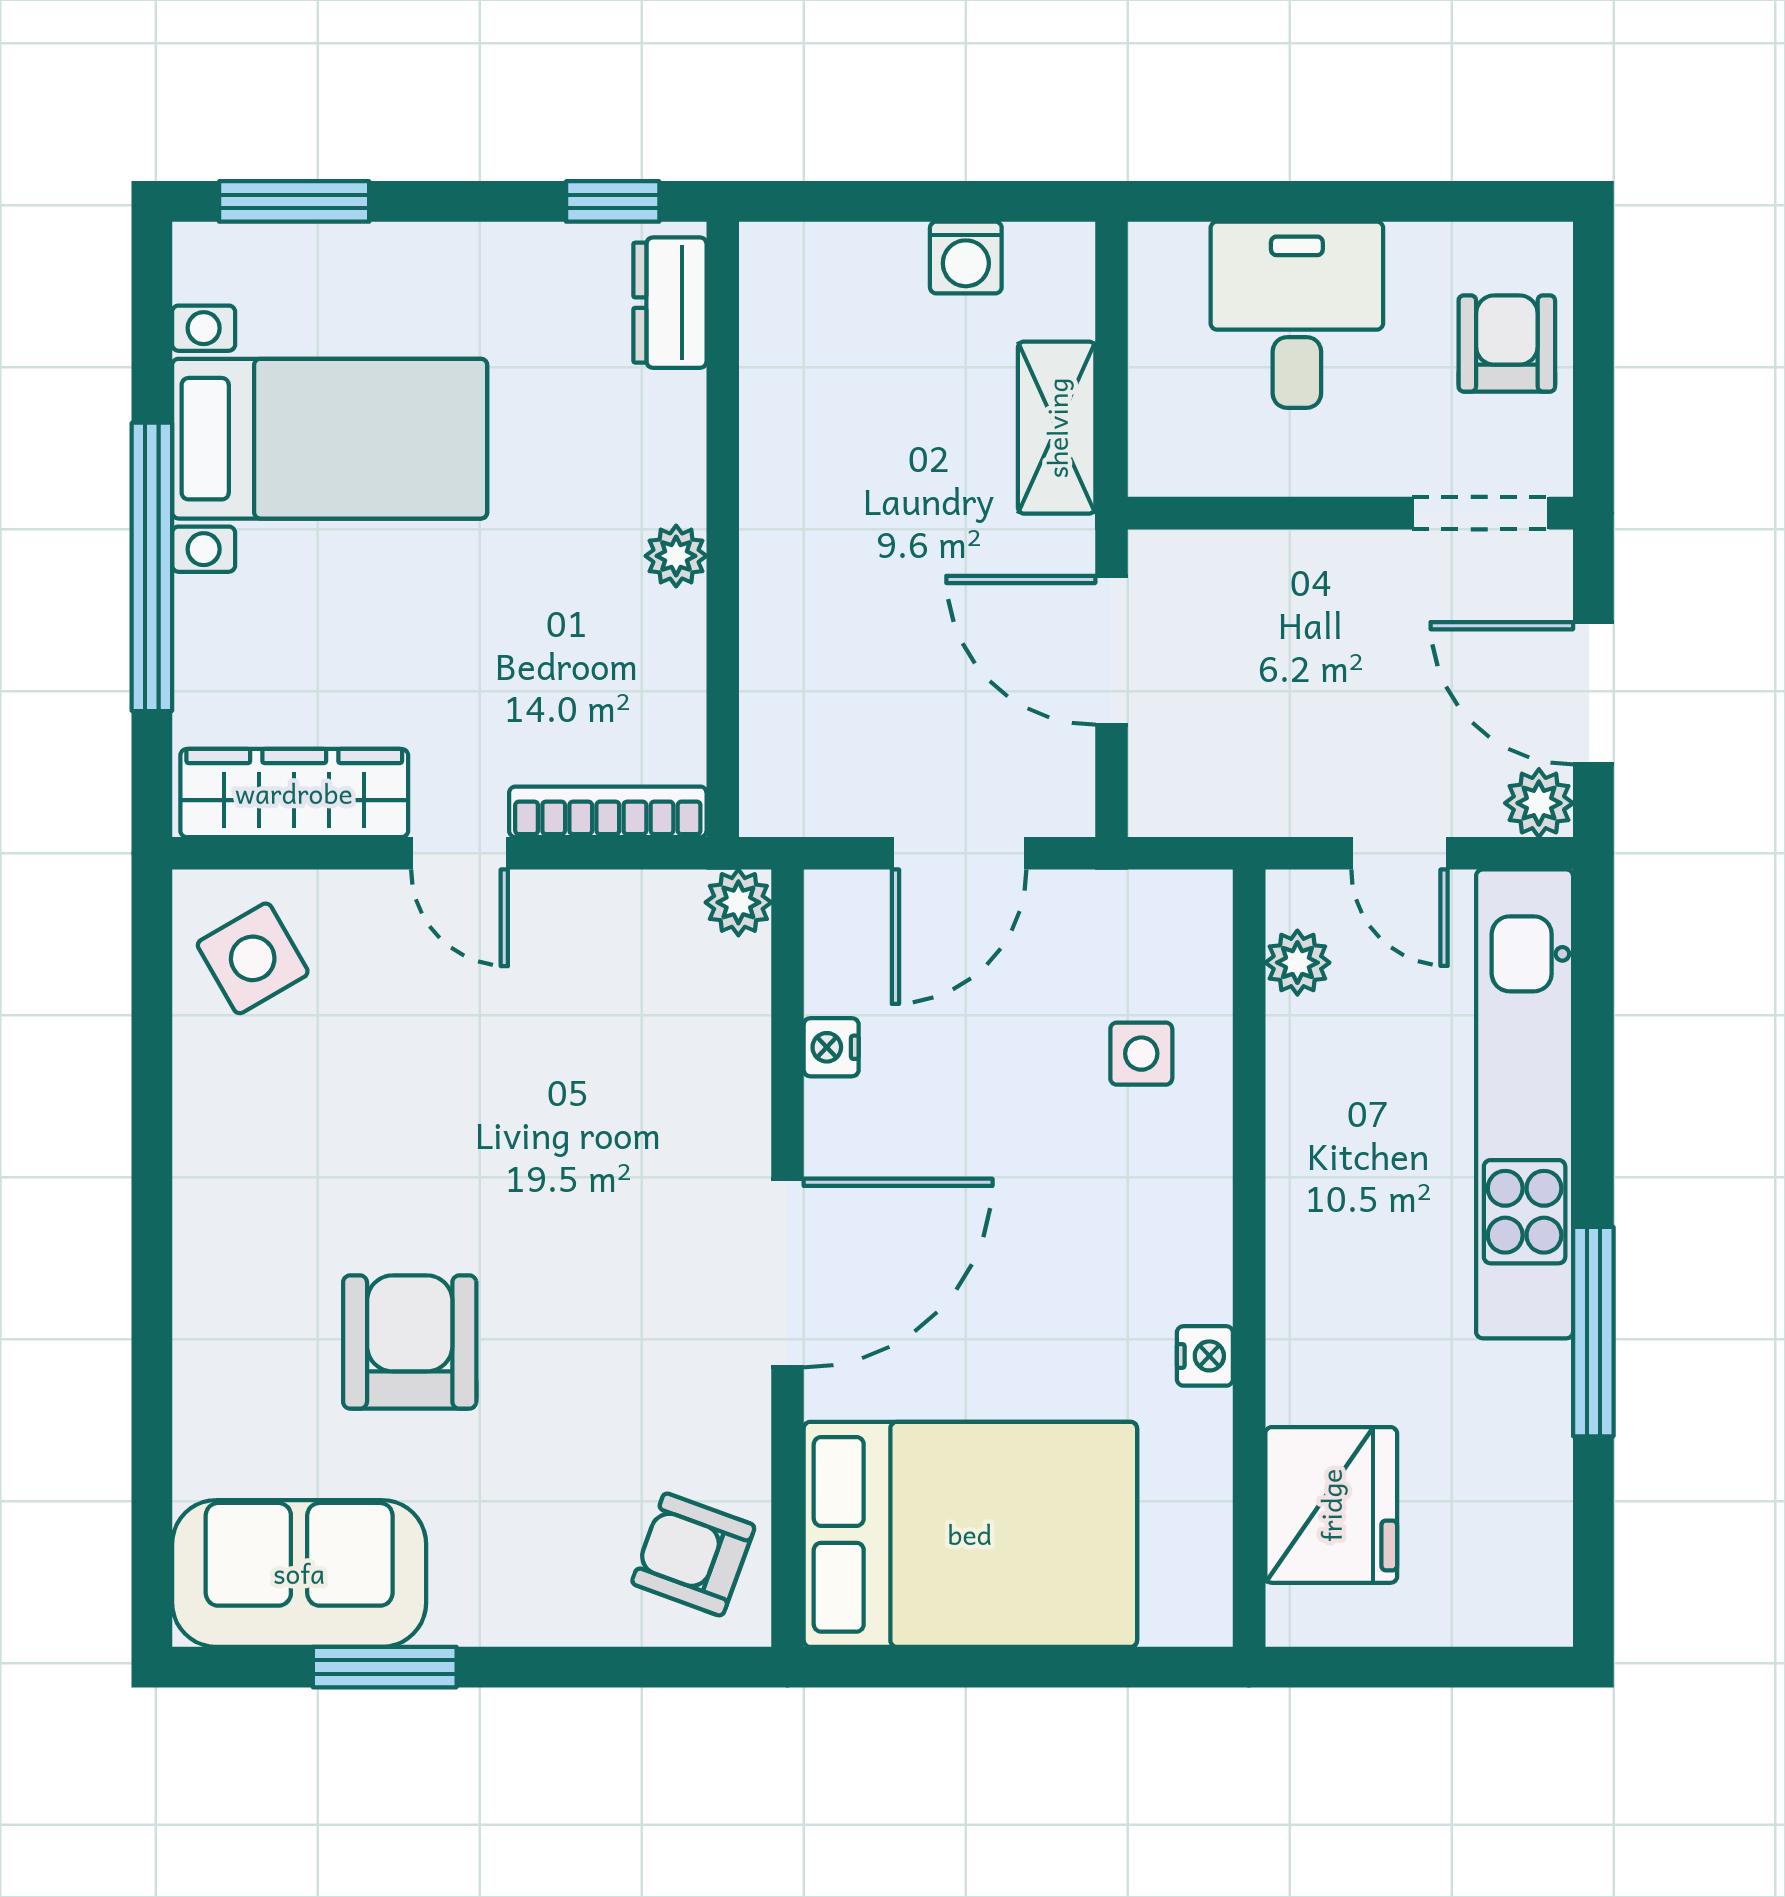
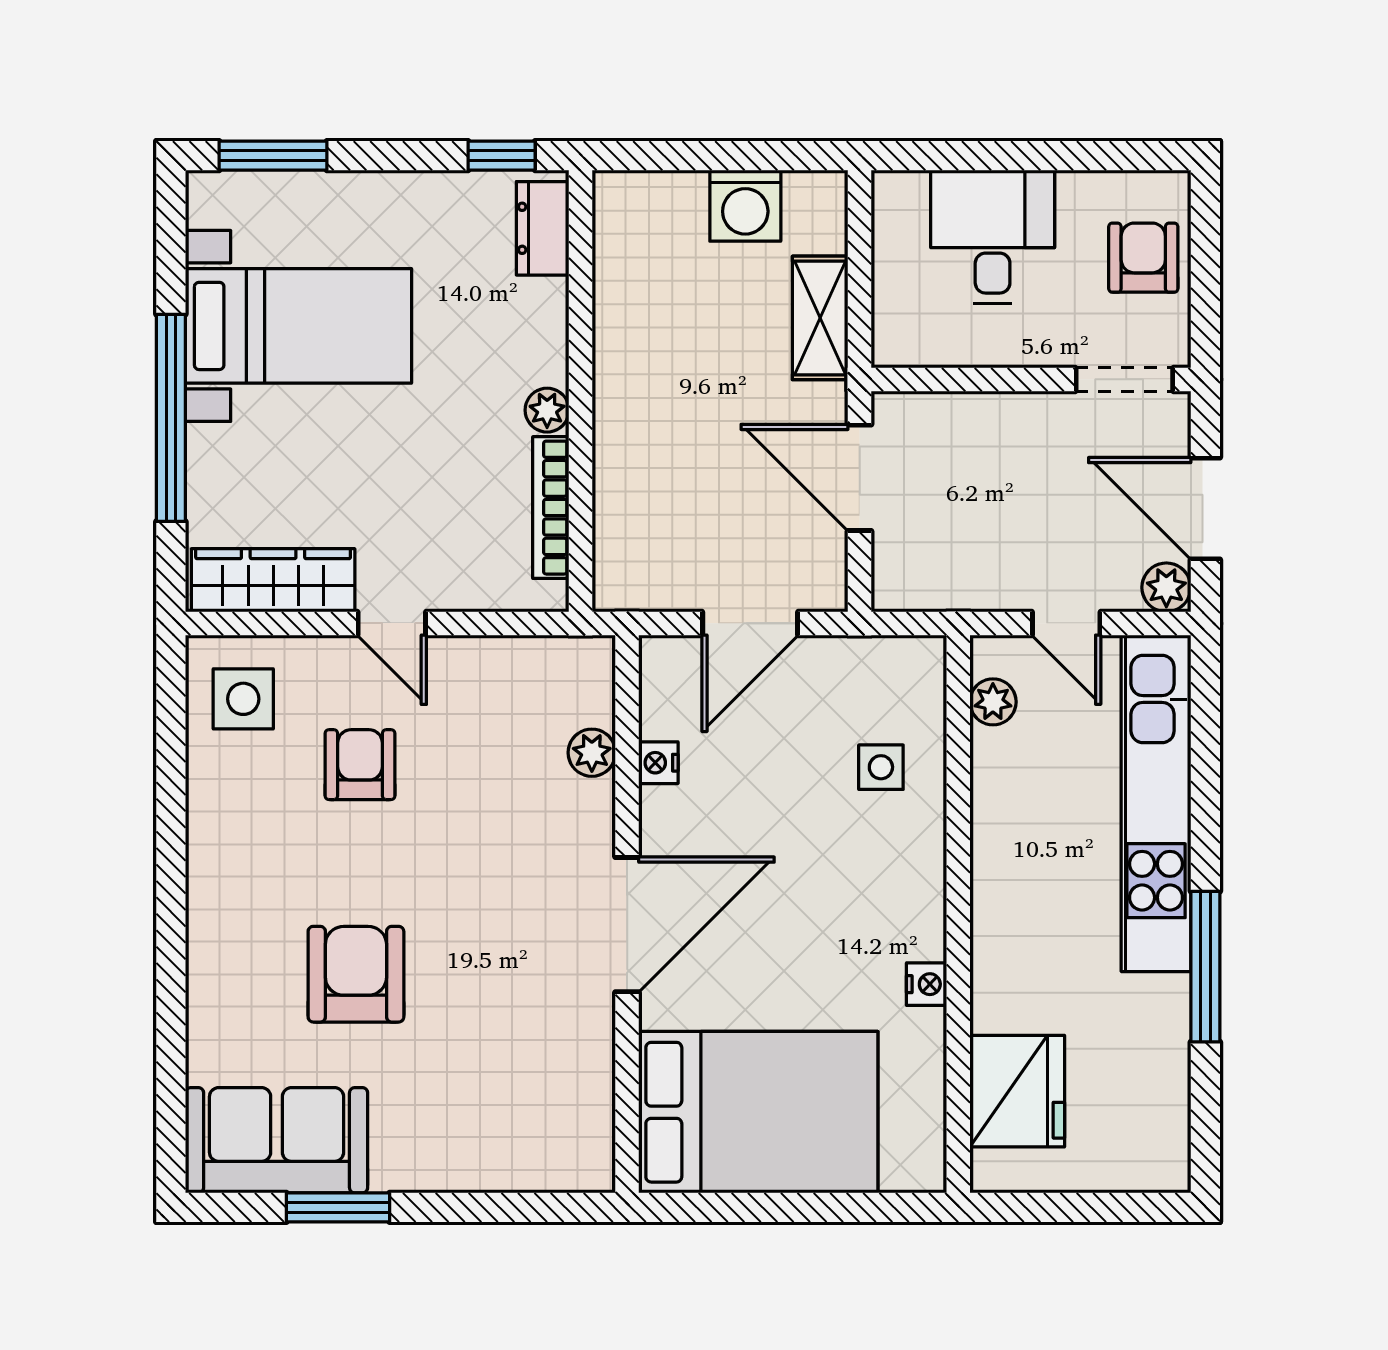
washing machine: (966, 258) -> (745, 206), width x1.38, depth x1.38
bookcase: (608, 812) -> (551, 508), moved, turned -90
plant: (738, 902) -> (592, 753), moved
side table: (253, 958) -> (243, 699), turned 30
armchair: (693, 1554) -> (360, 765), moved, turned 70

